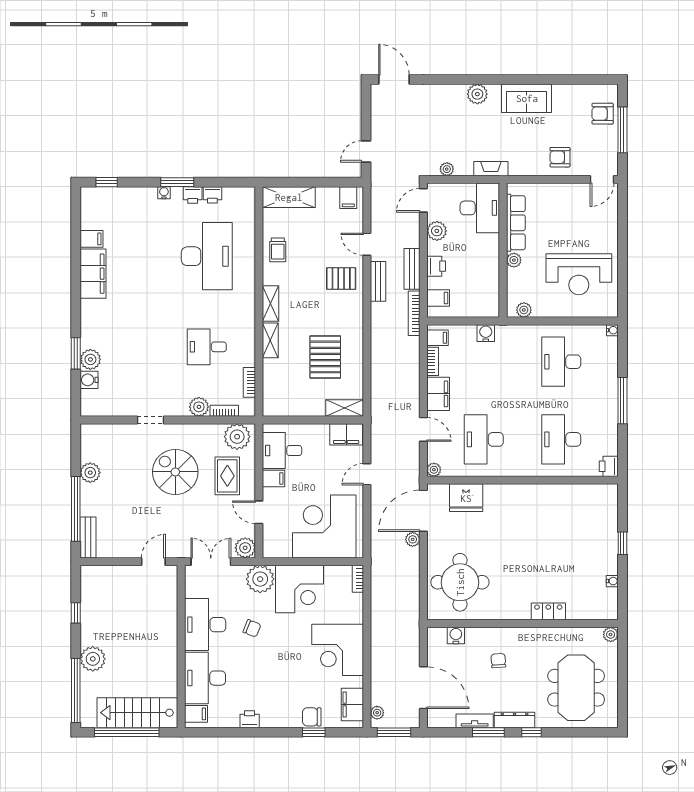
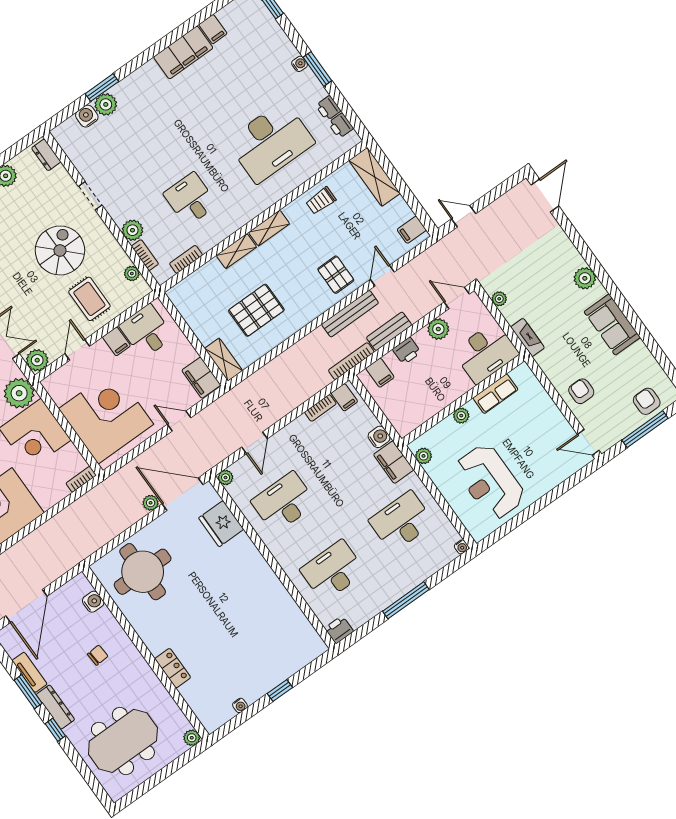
printer: (193, 195) -> (341, 126), moved
row of seats: (516, 223) -> (495, 394), width x0.68
bench: (378, 281) -> (350, 314), width x1.36
filing cabinet: (438, 394) -> (394, 462), moved, turned 90
dresser: (96, 431) -> (46, 155), added
plant: (237, 437) -> (132, 274), width x0.53, depth x0.53
rug: (227, 476) -> (89, 299), turned 90

